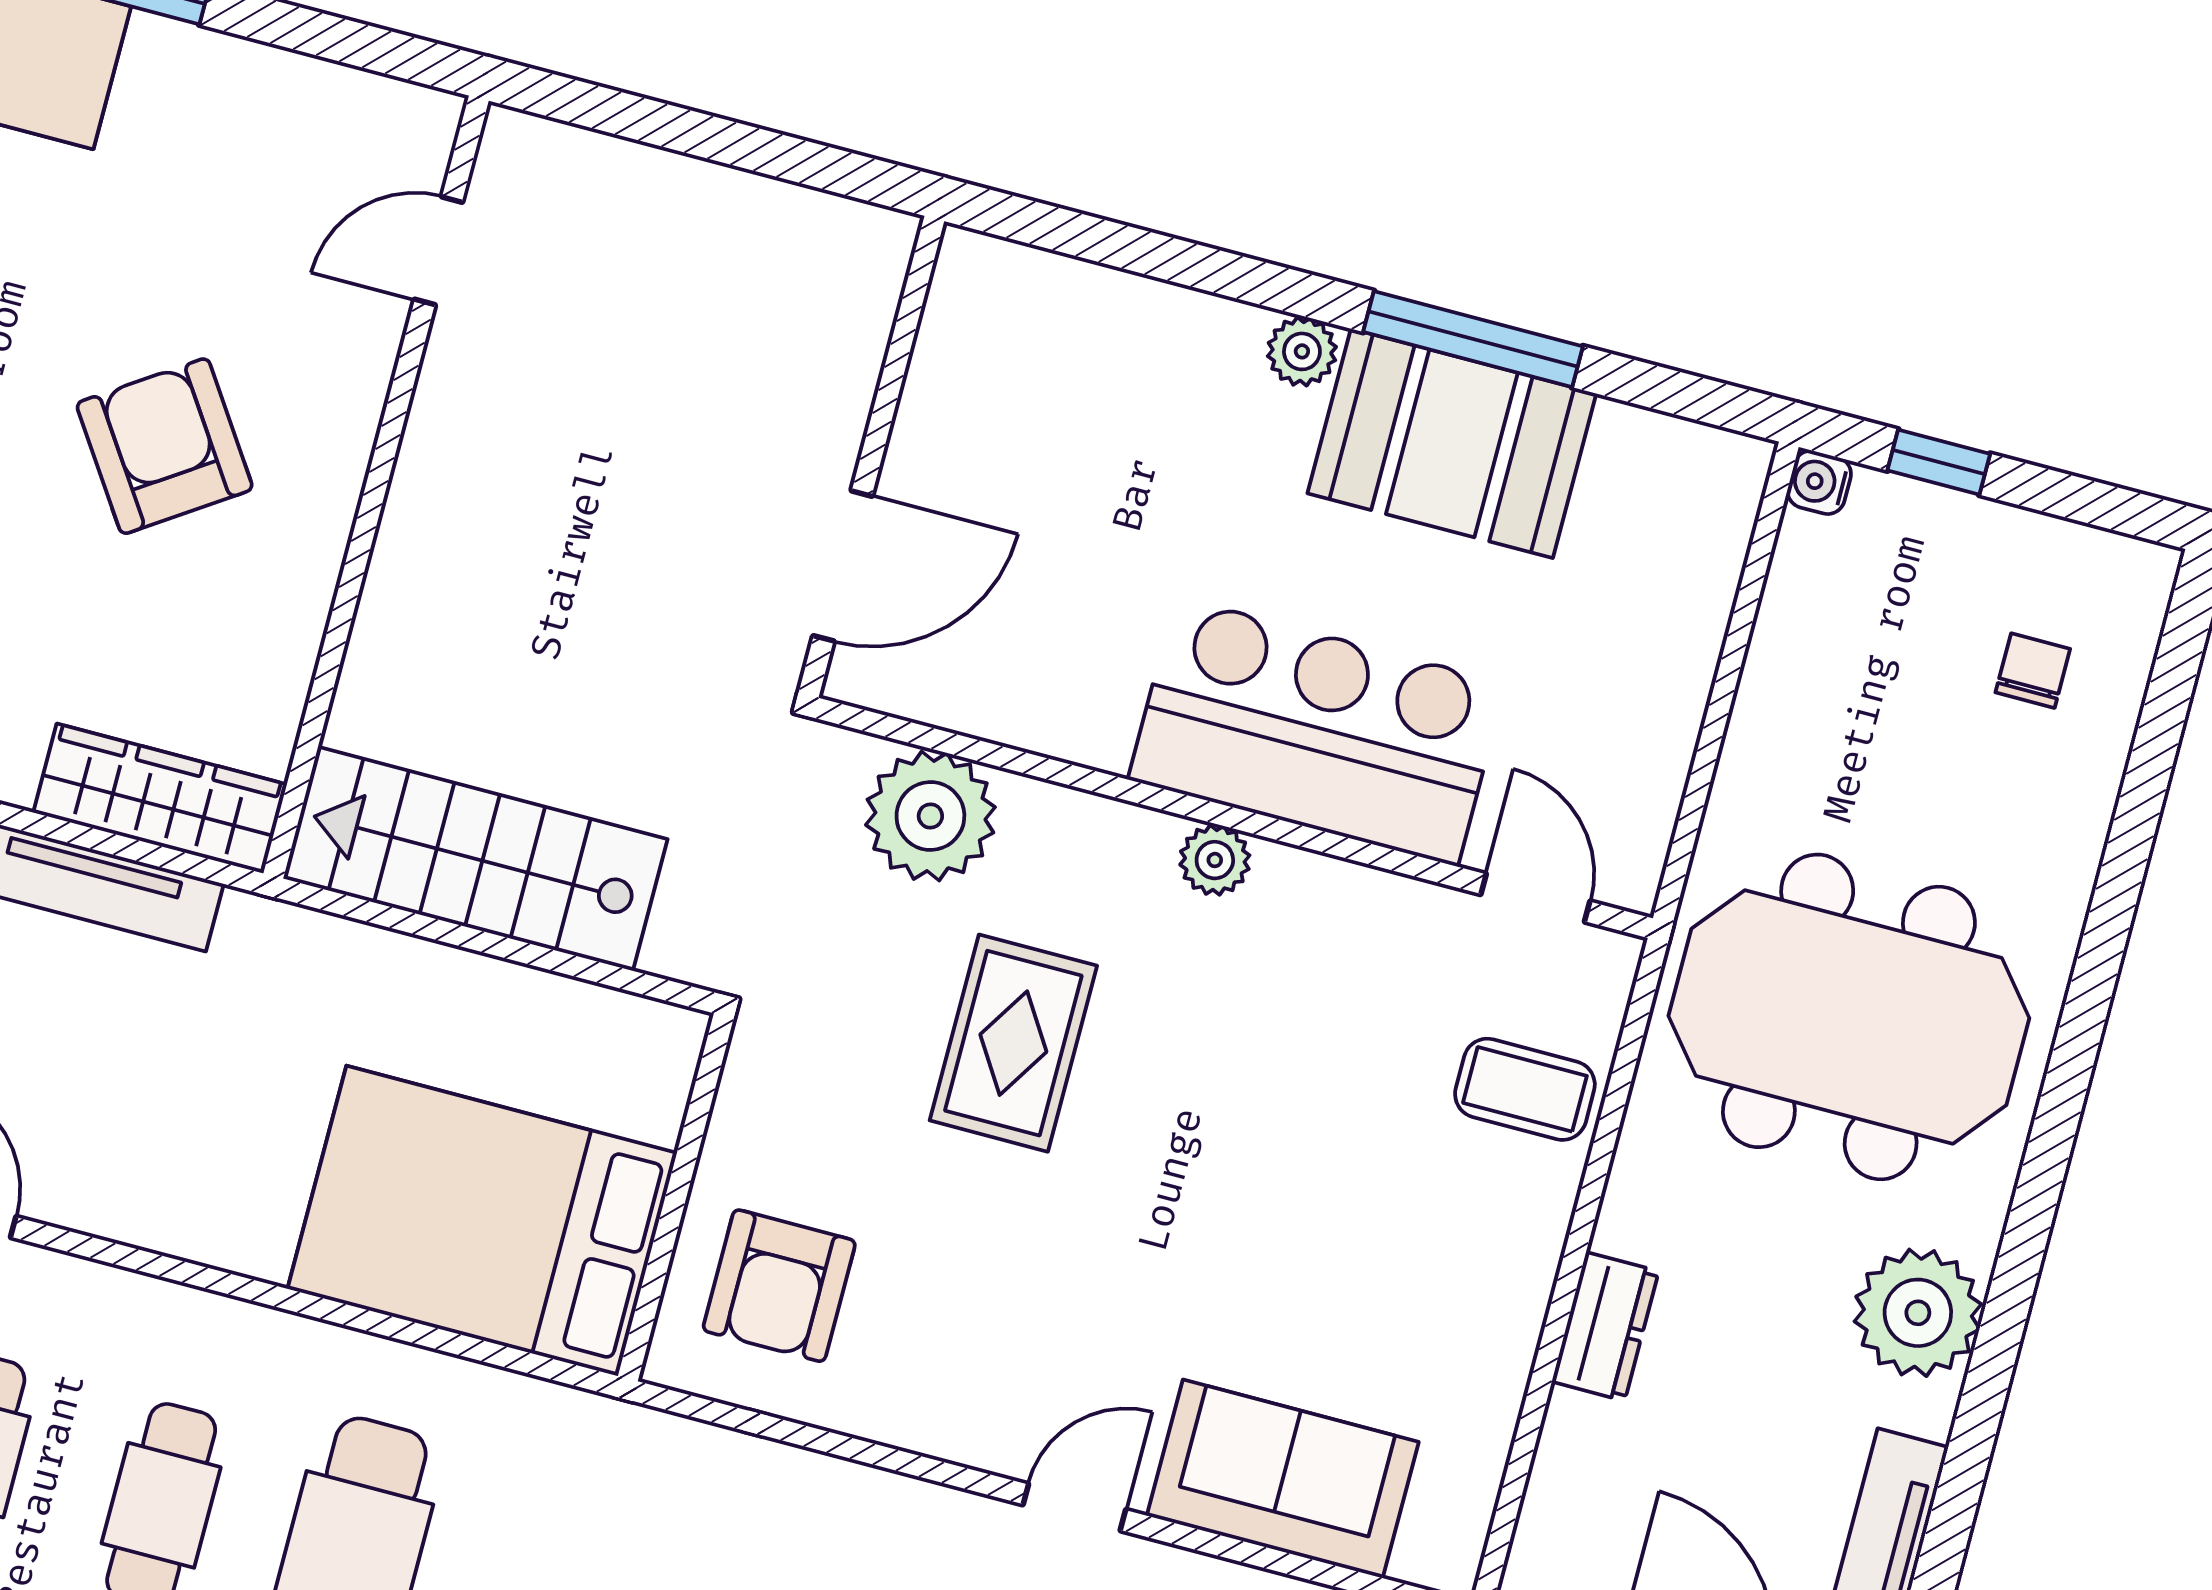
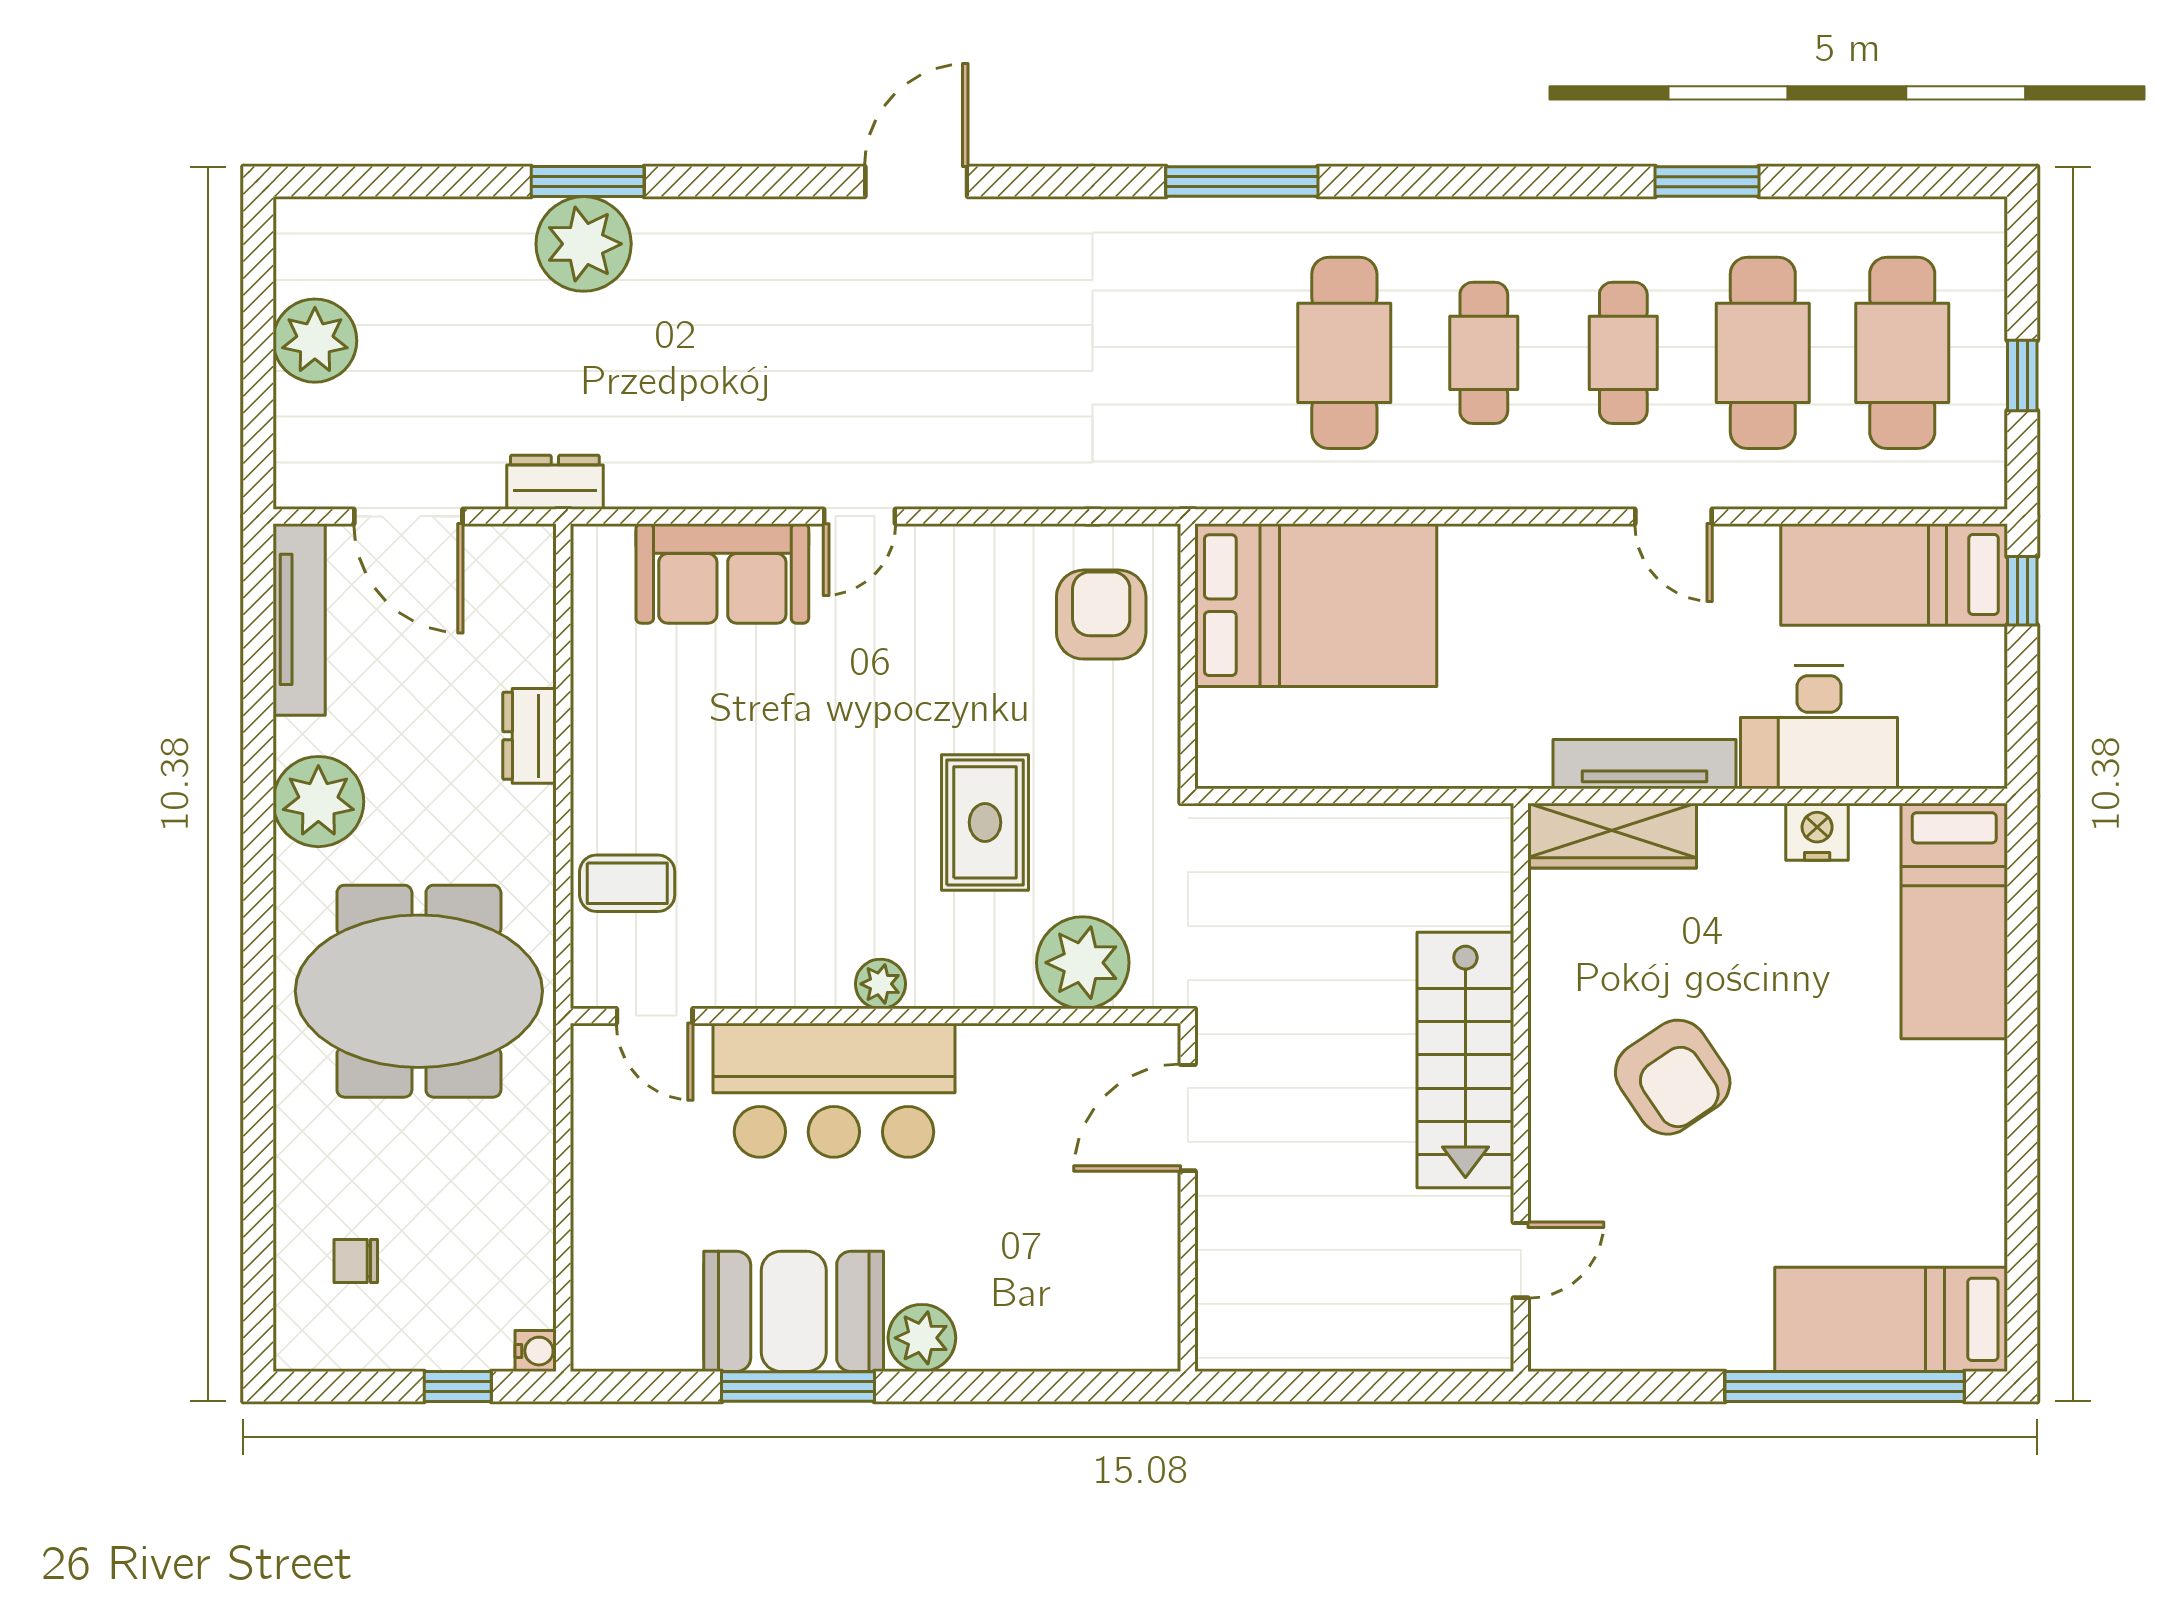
plant: (1302, 351) -> (922, 1338), width x1.38, depth x1.38
chair: (2033, 671) -> (356, 1261), turned 90
stairs: (475, 859) -> (1465, 1060), moved, turned 90

